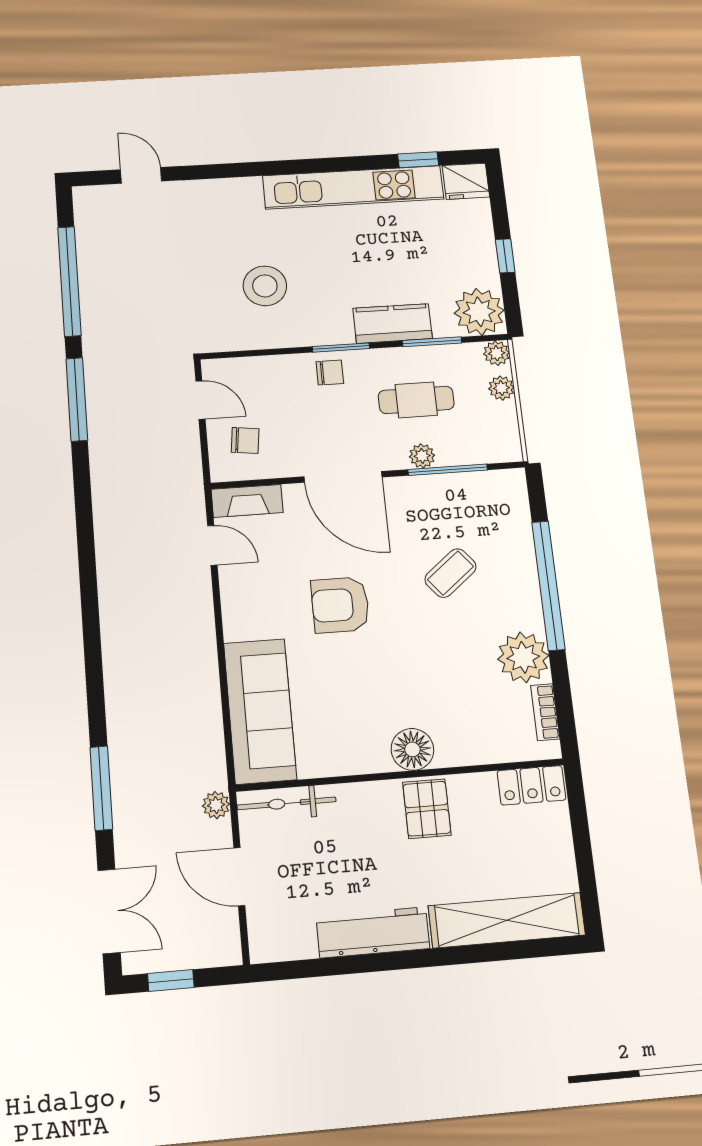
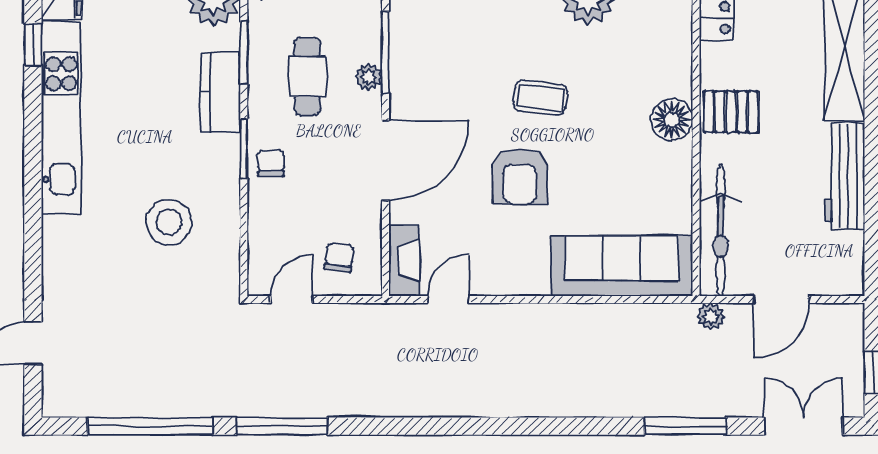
coffee table: (451, 573) -> (540, 98), moved, turned -45
bicycle: (287, 803) -> (721, 230), width x1.37, depth x1.40

